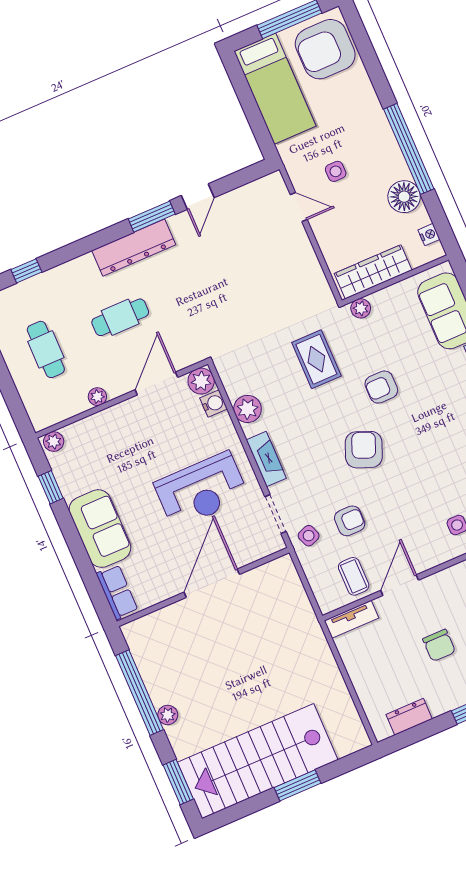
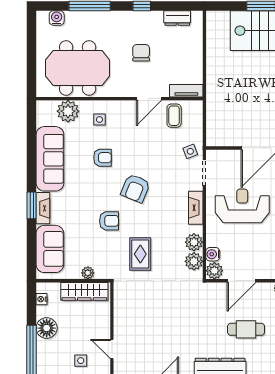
plant: (361, 308) -> (88, 273), moved
plant: (236, 382) -> (194, 261), added
armchair: (350, 521) -> (102, 158), moved, turned 180

